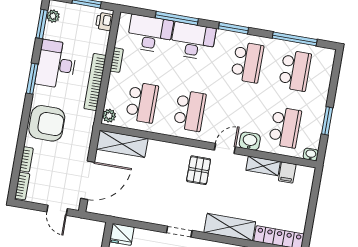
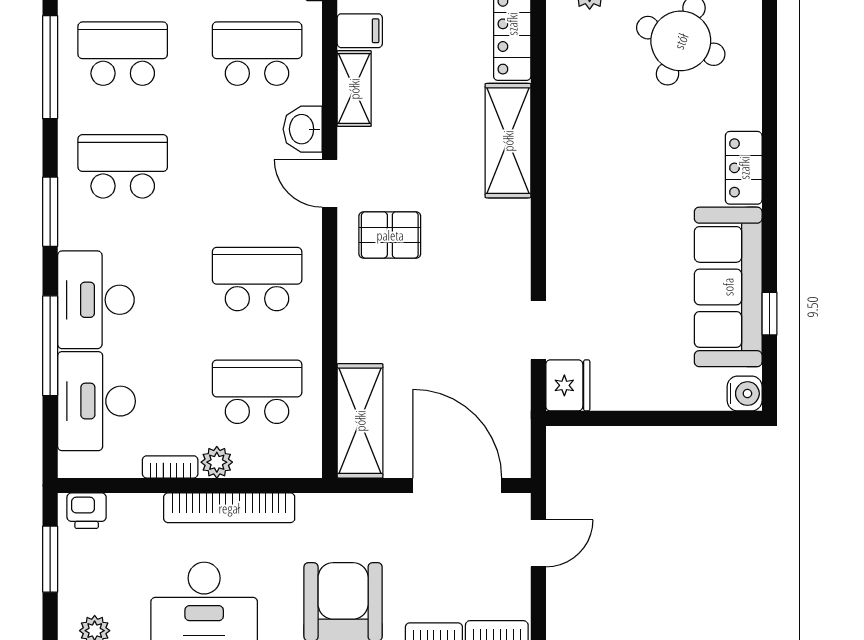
plant: (109, 116) -> (217, 462), moved
doorway: (179, 232) -> (538, 330), moved

